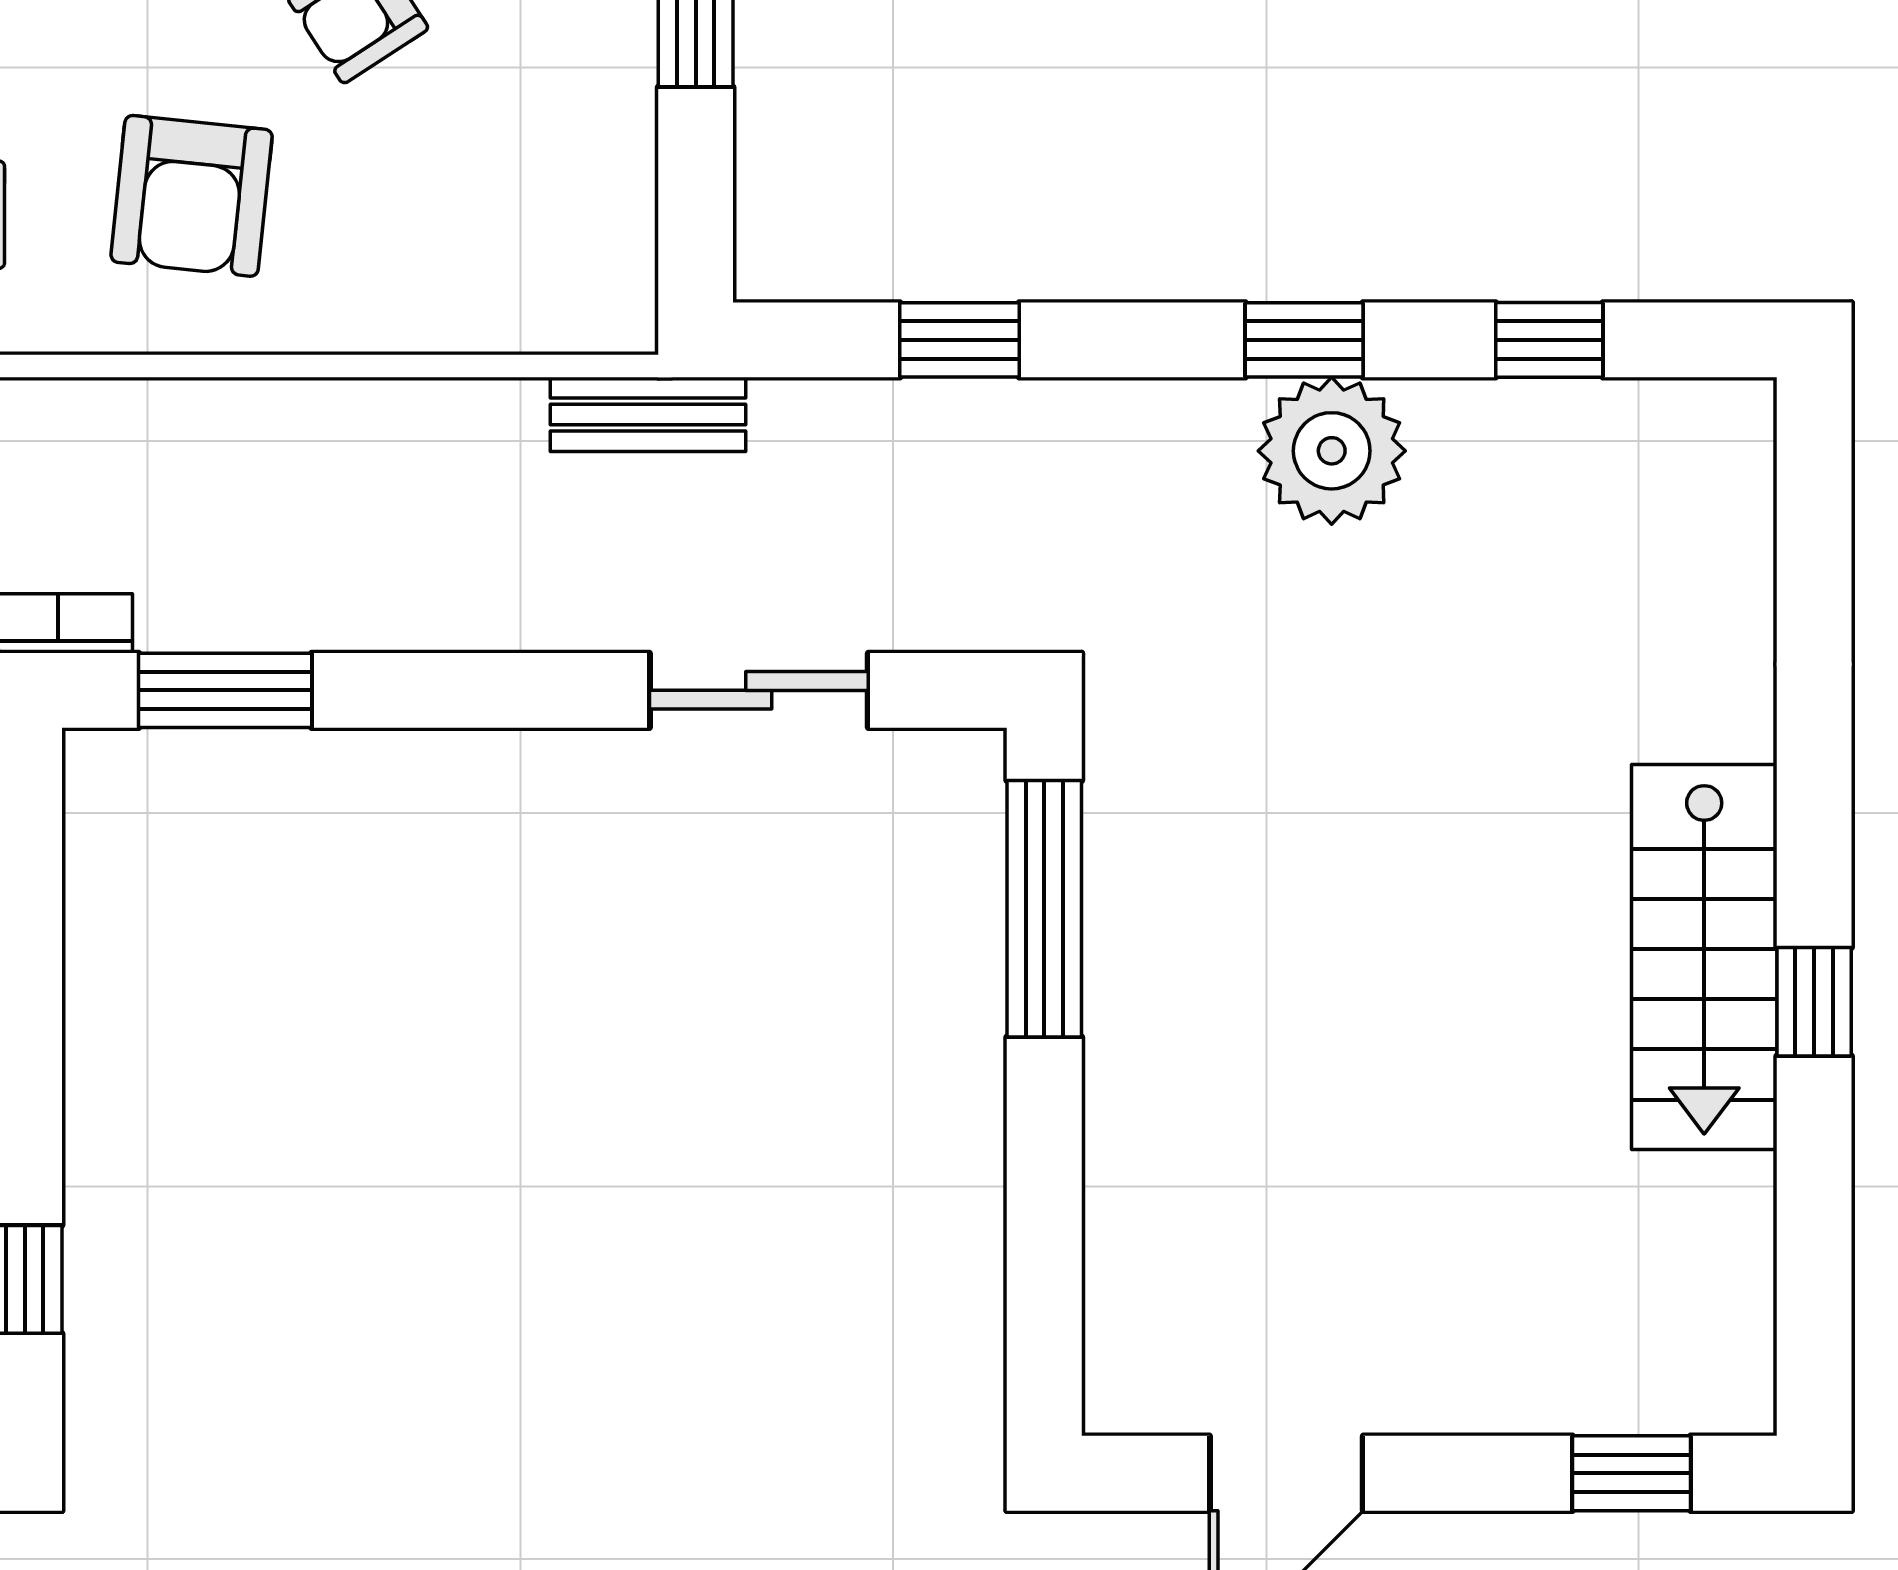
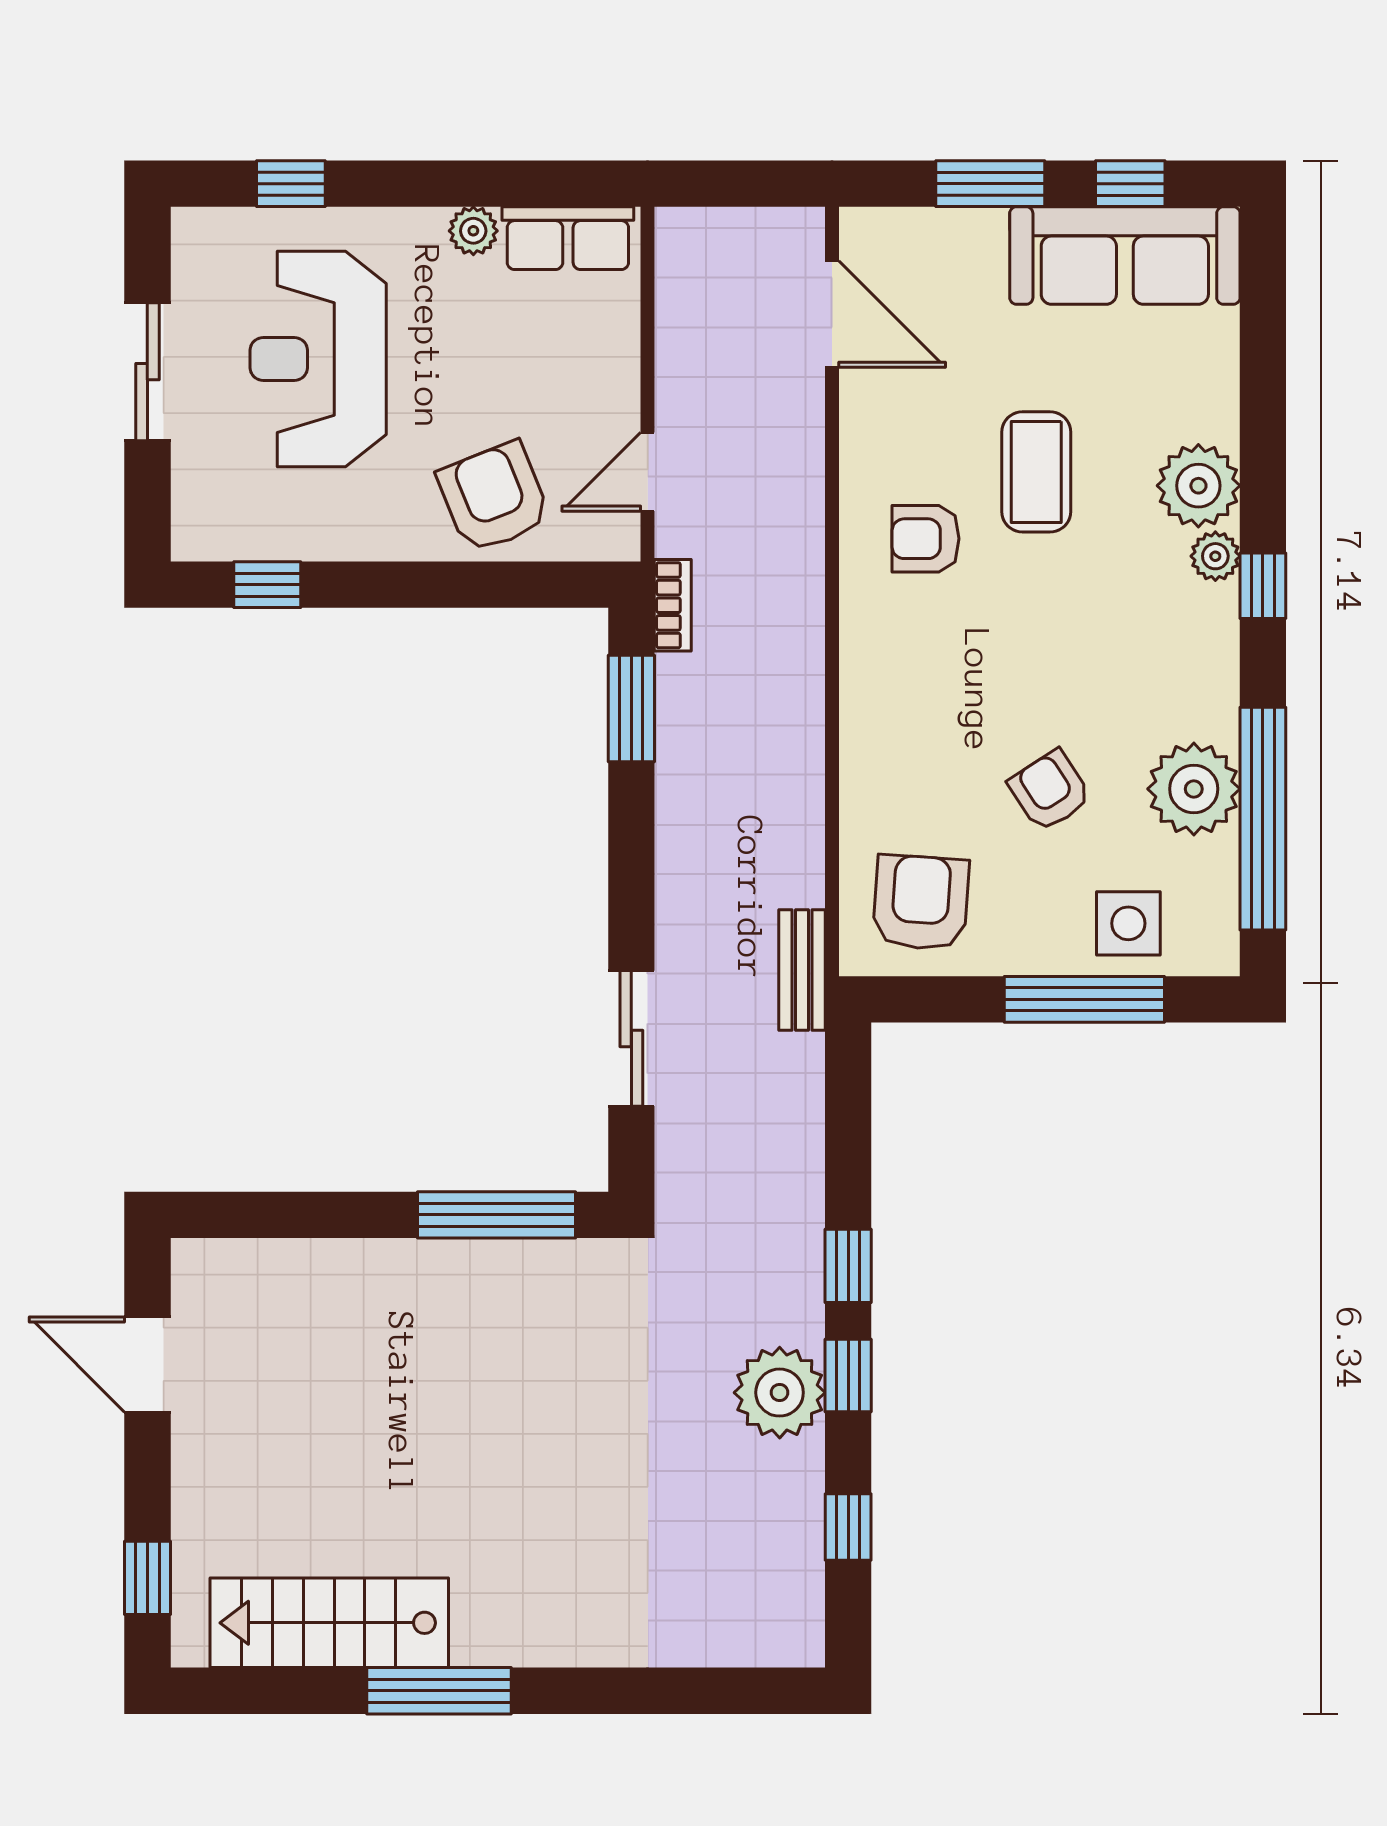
armchair: (192, 196) -> (921, 903), moved, turned 88
window: (959, 340) -> (848, 1266), moved
stairs: (1704, 957) -> (329, 1623), moved
window: (1814, 1002) -> (439, 1691), width x2.17

